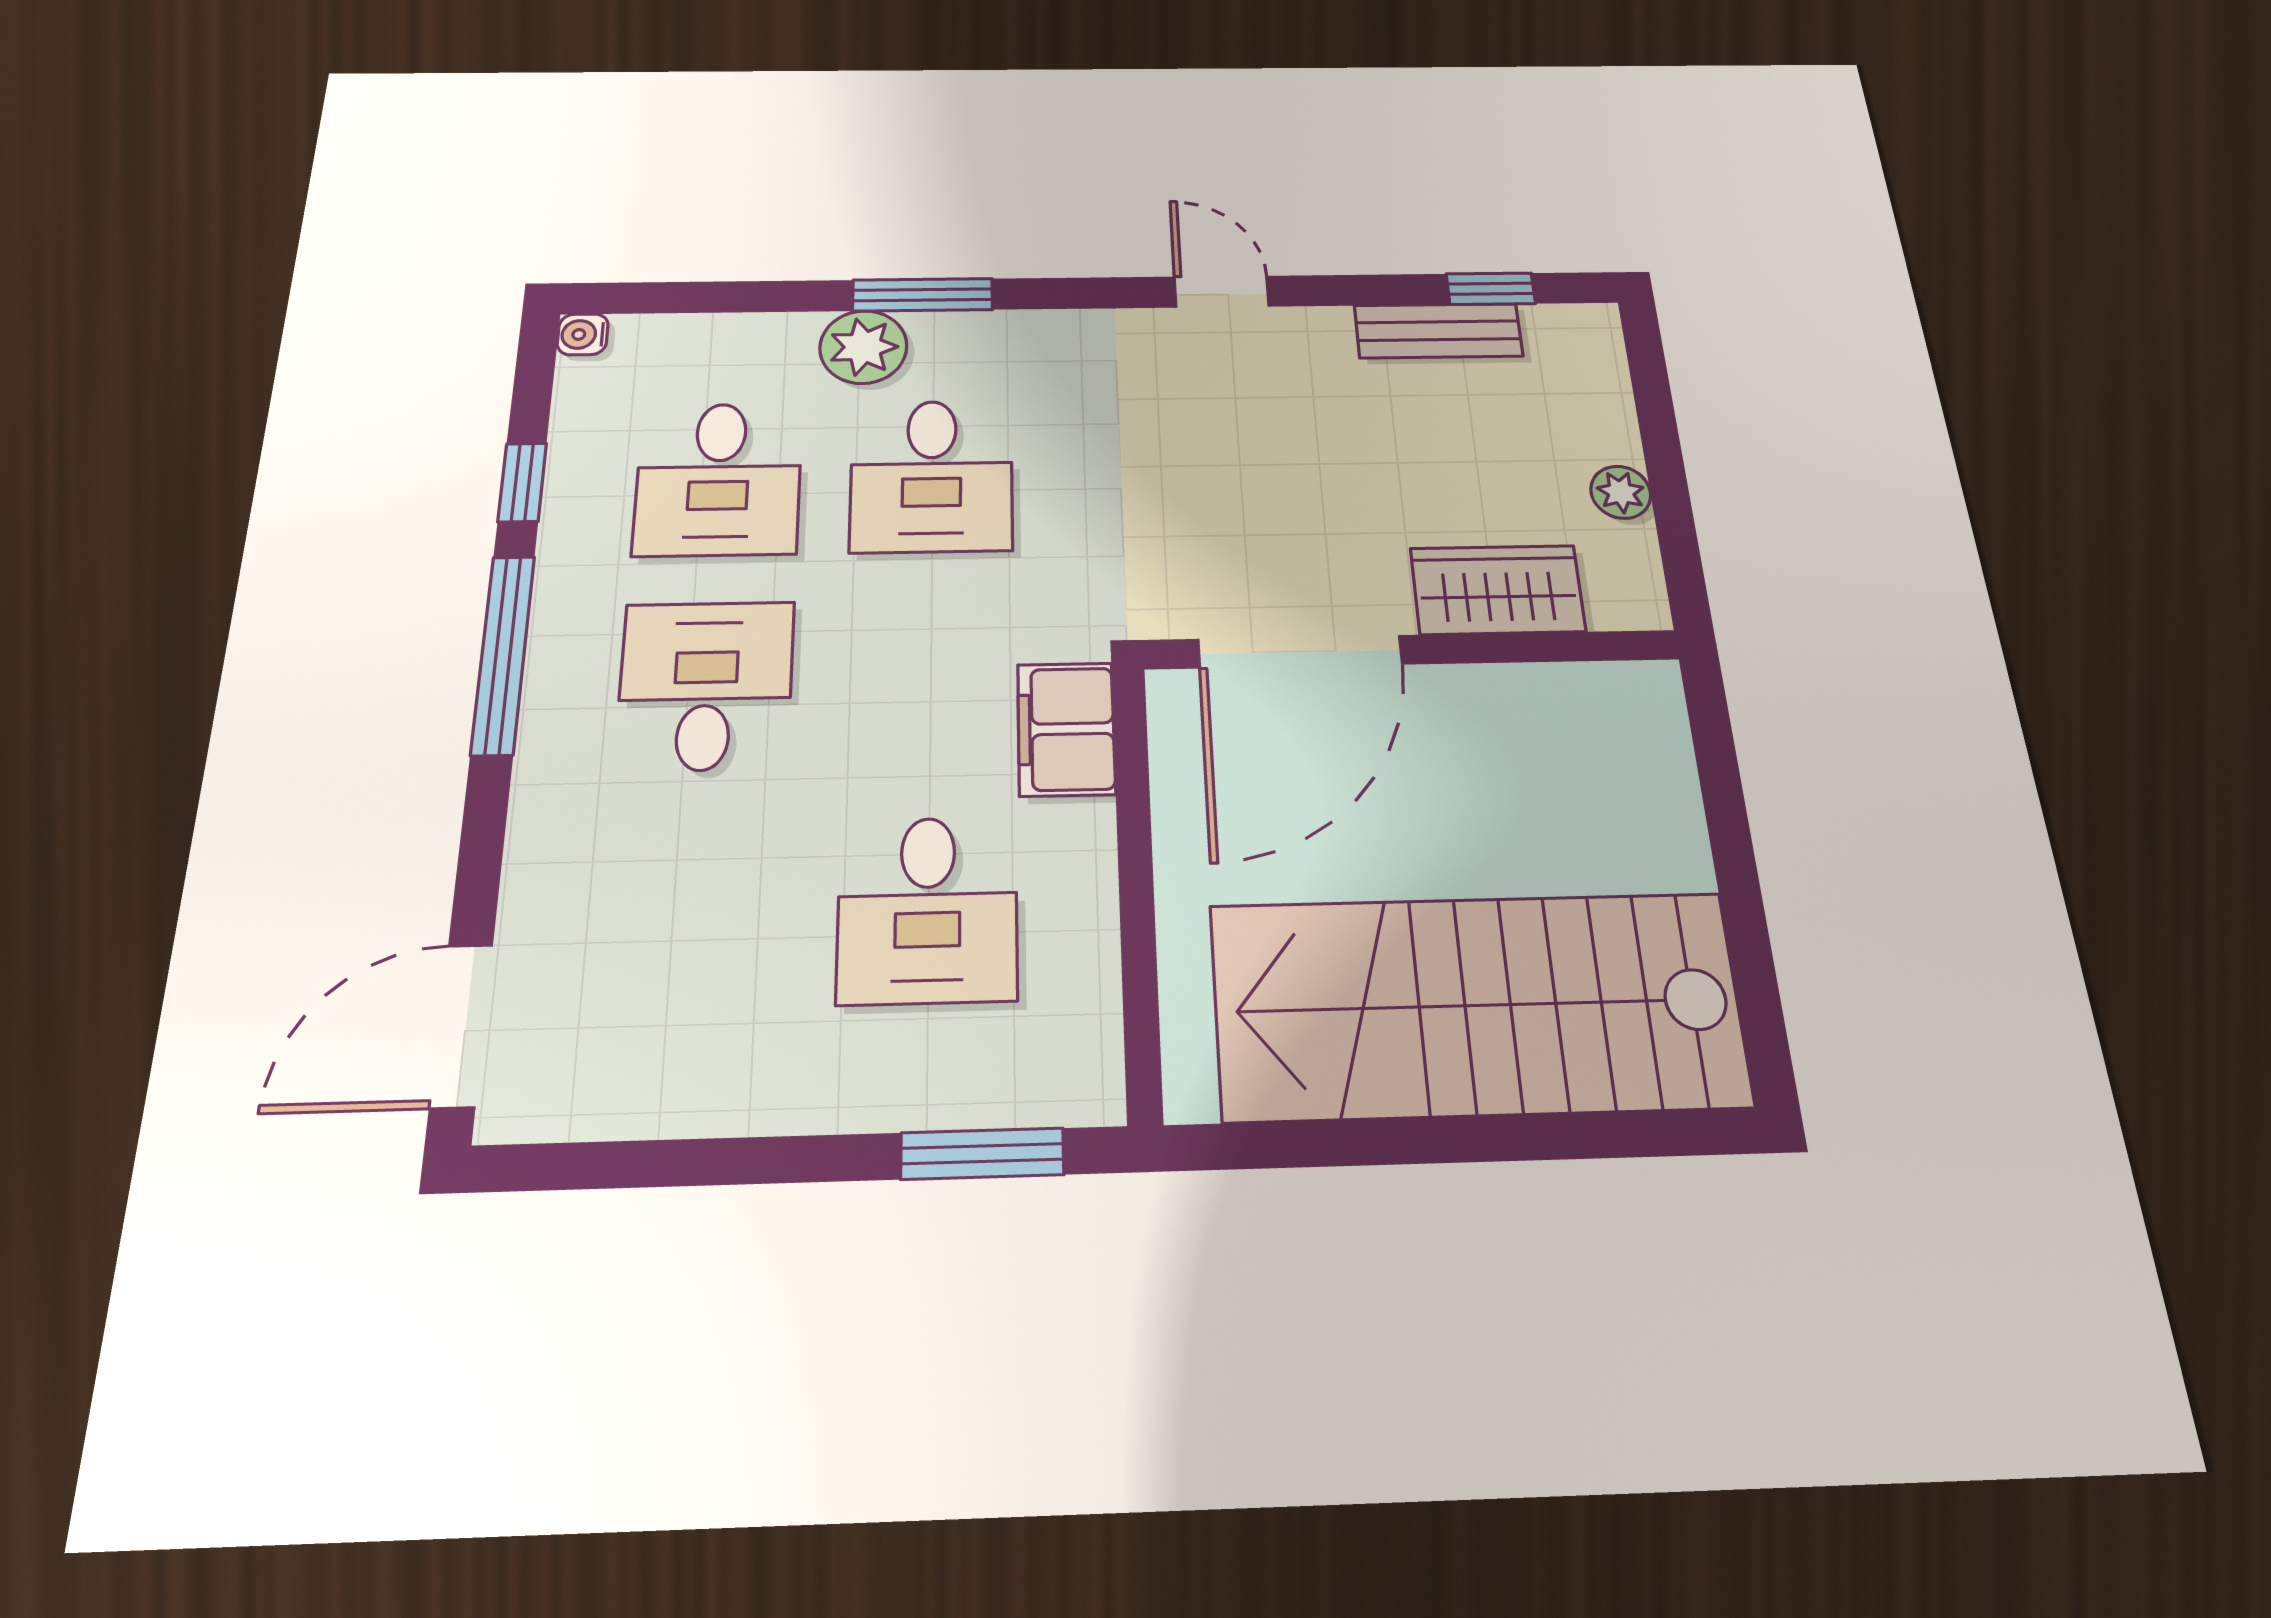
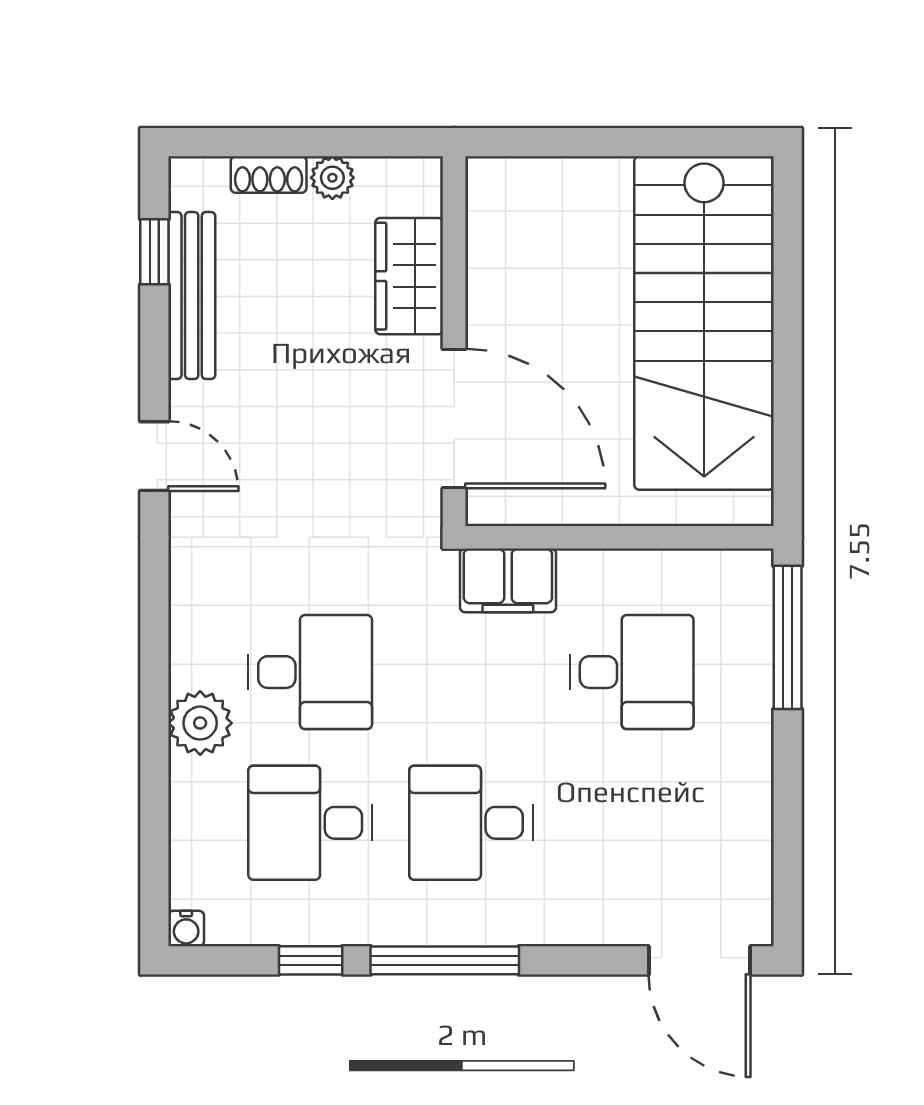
door: (1221, 292) -> (154, 456), swing flipped
window: (923, 295) -> (154, 680), removed
bench: (1438, 331) -> (192, 295), width x1.36
shoe rack: (1613, 416) -> (269, 175), added
desk: (719, 479) -> (310, 823), turned 180
window: (982, 1154) -> (788, 637), width x1.44

